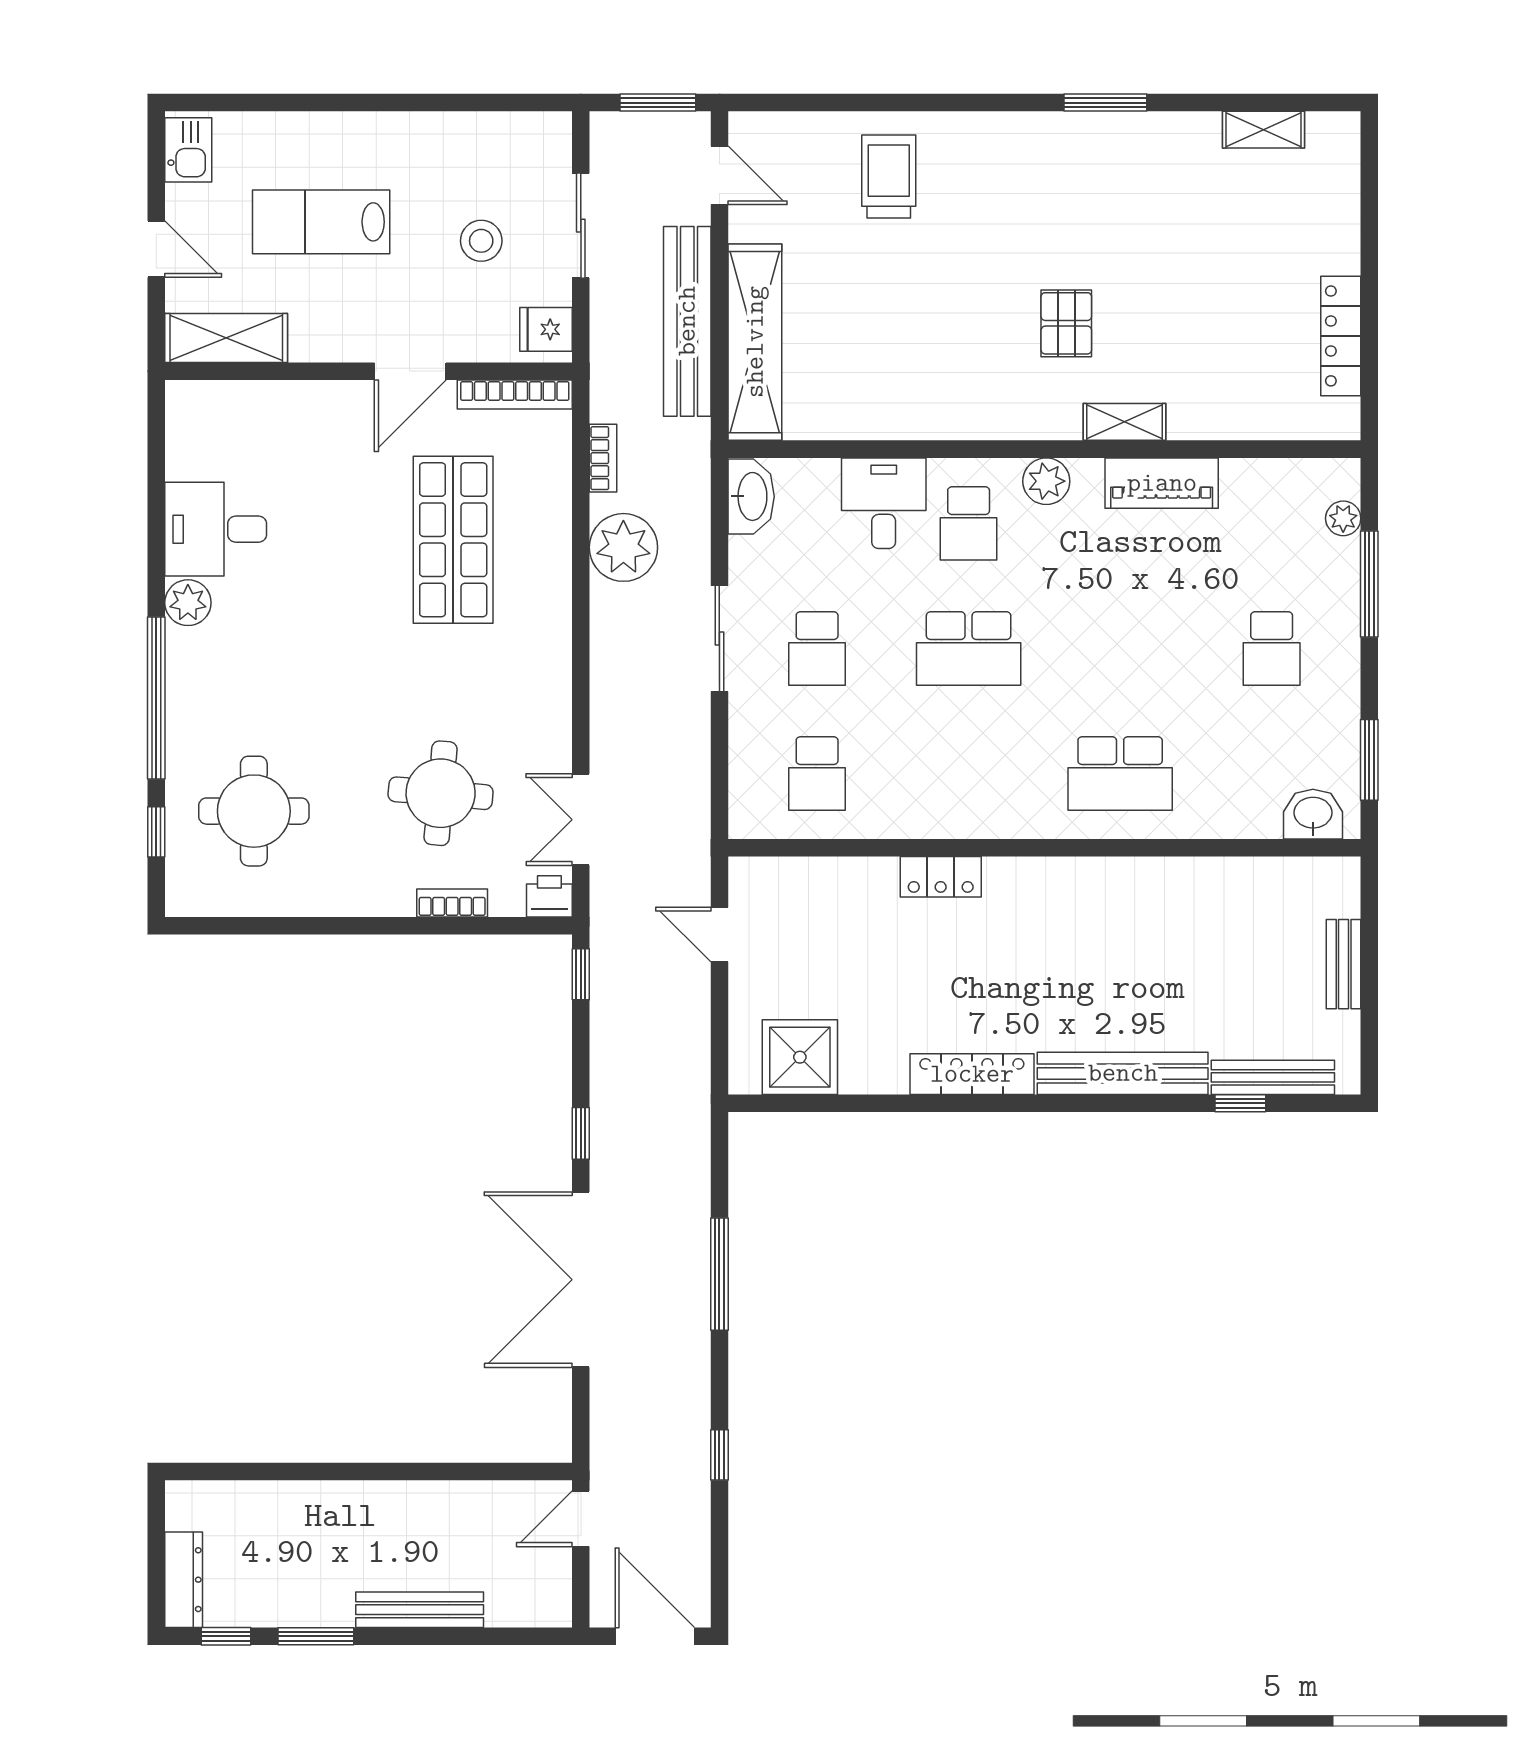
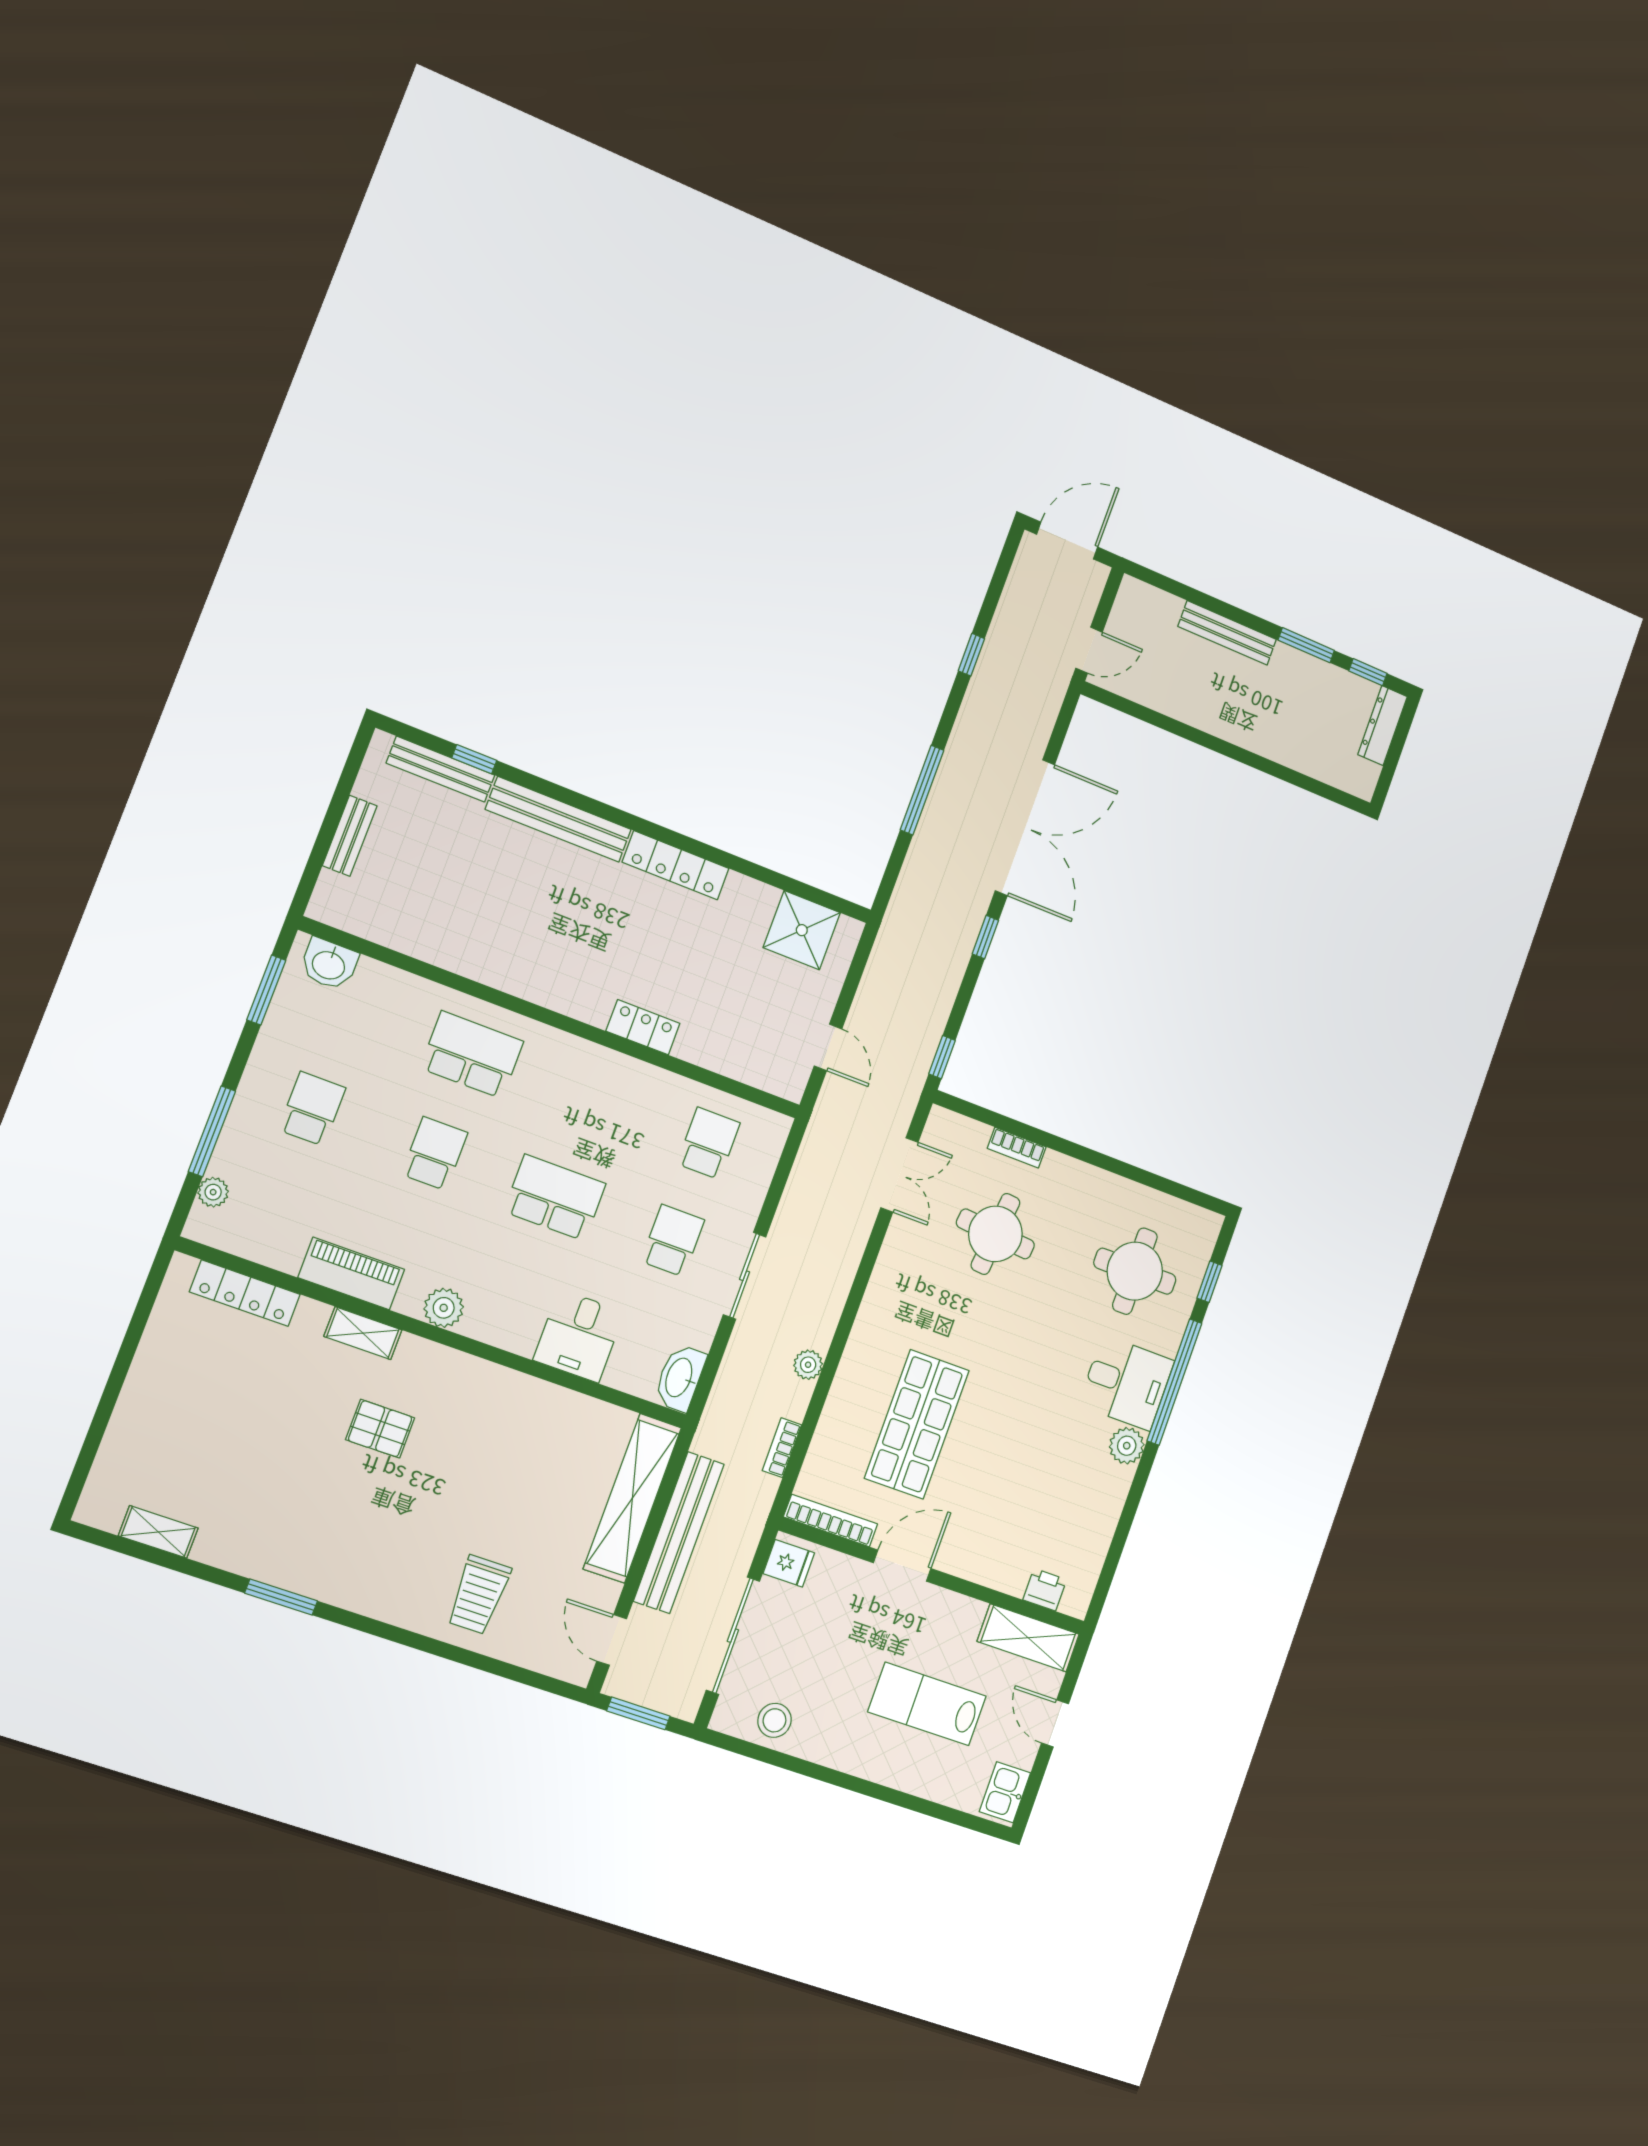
lab bench: (321, 222) -> (927, 1704), turned 180
sliding door: (581, 226) -> (733, 1636), width x1.37
stool: (481, 241) -> (774, 1720), moved
pallet: (1066, 323) -> (380, 1429), turned 90
locker: (1341, 336) -> (245, 1293), moved, turned 90
school desk: (969, 523) -> (435, 1154), moved
desk: (216, 529) -> (1126, 1383), moved
plant: (623, 547) -> (808, 1365), width x0.53, depth x0.53
printer: (549, 896) -> (1045, 1590), moved, turned 180
door: (655, 1636) -> (1067, 541), swing flipped

